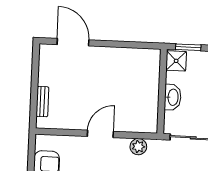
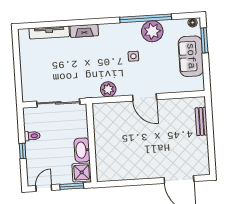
washbasin: (173, 97) -> (82, 150), moved
door: (100, 134) -> (145, 97), hinge flipped

